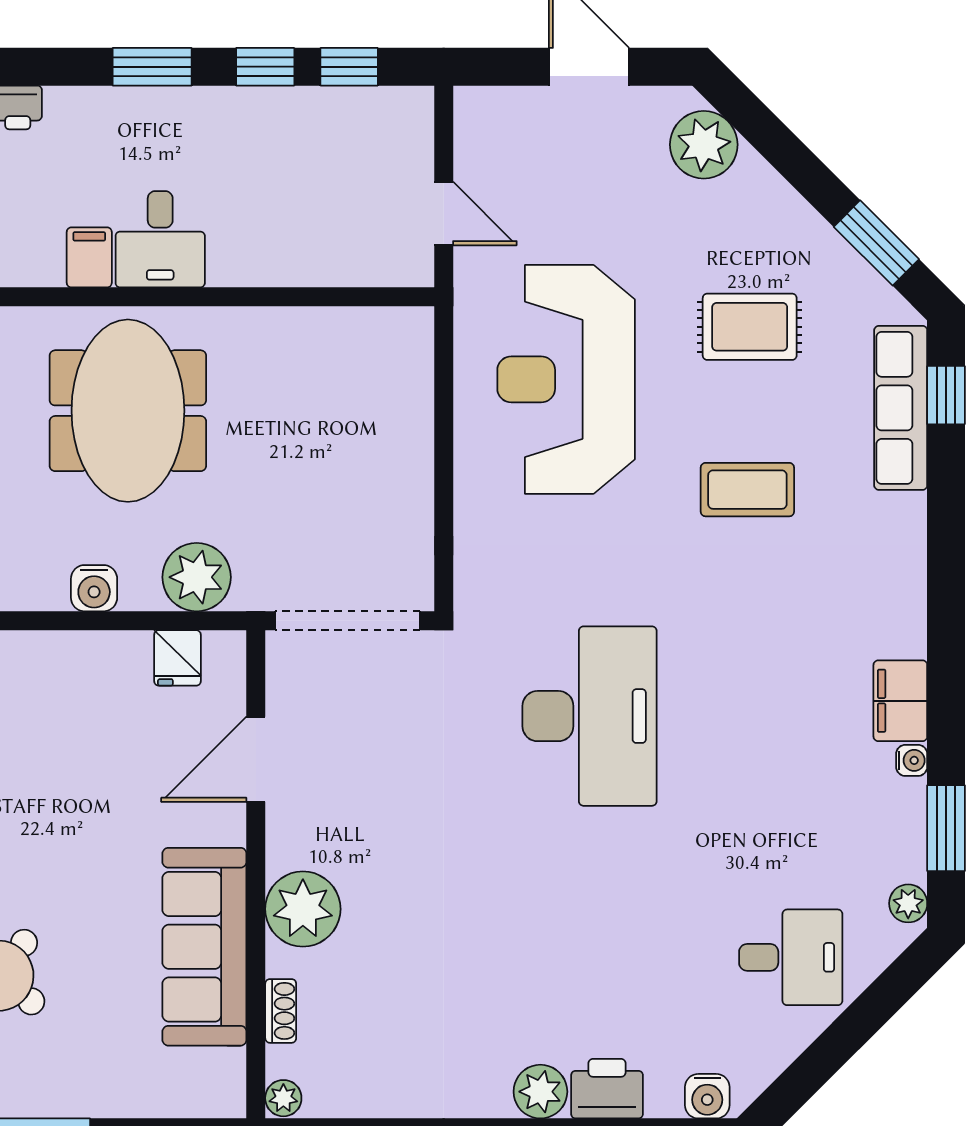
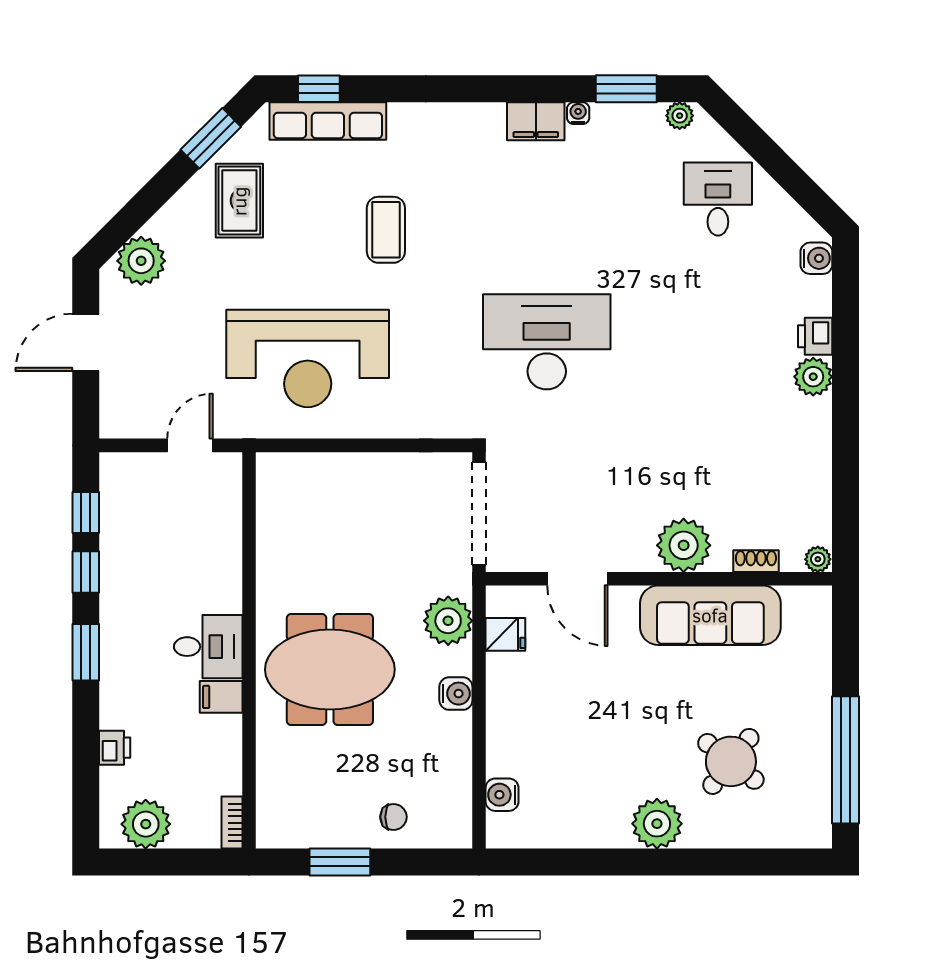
rug: (750, 327) -> (239, 201), moved
printer: (607, 1089) -> (815, 336), width x0.73, depth x0.81

